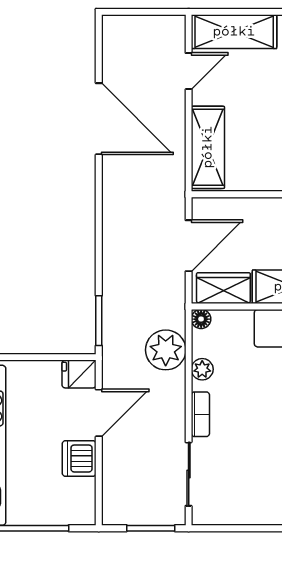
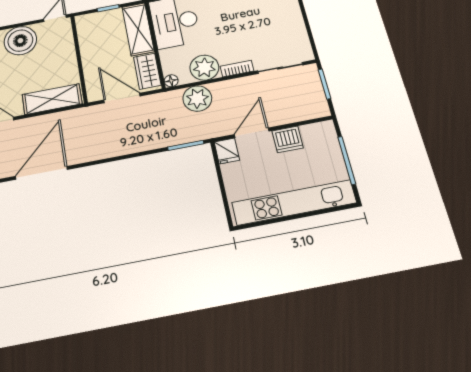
plant: (202, 369) -> (204, 68), width x1.88, depth x1.88
door: (99, 413) -> (252, 133), hinge flipped

